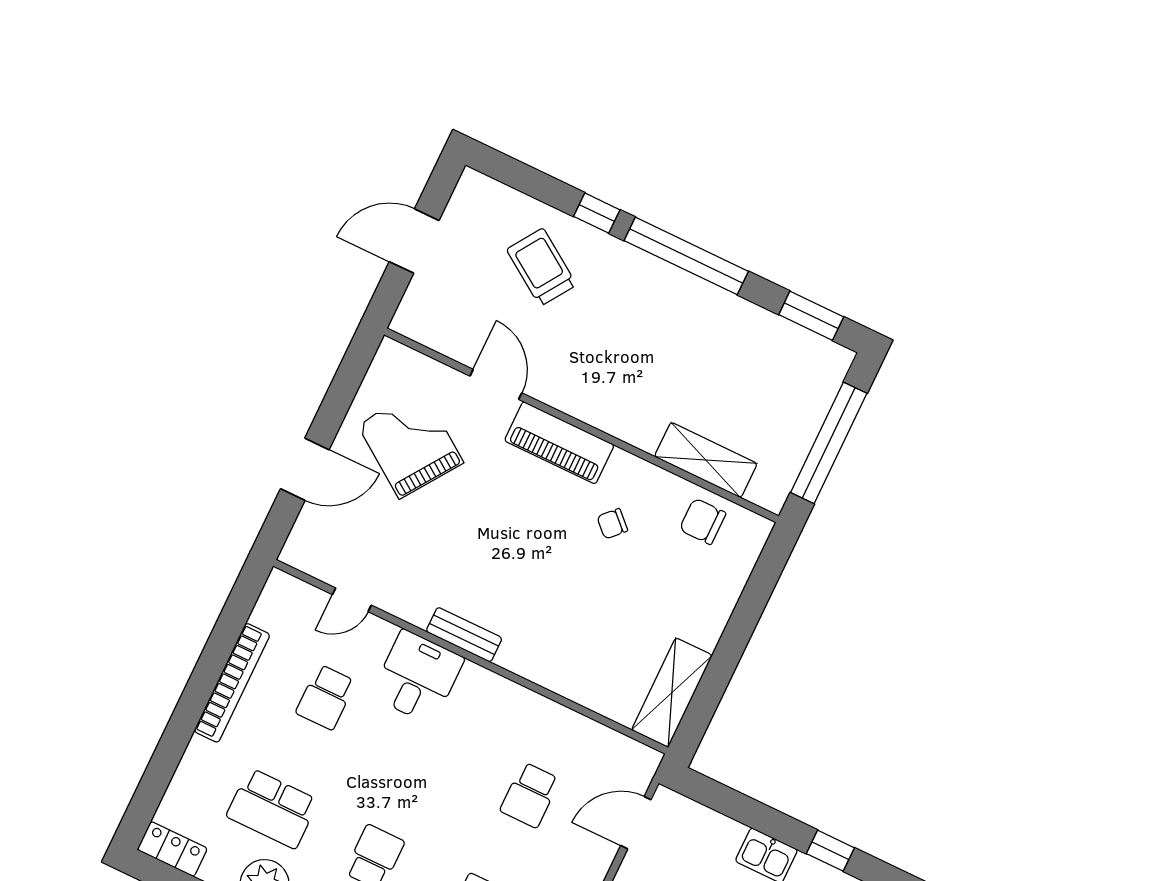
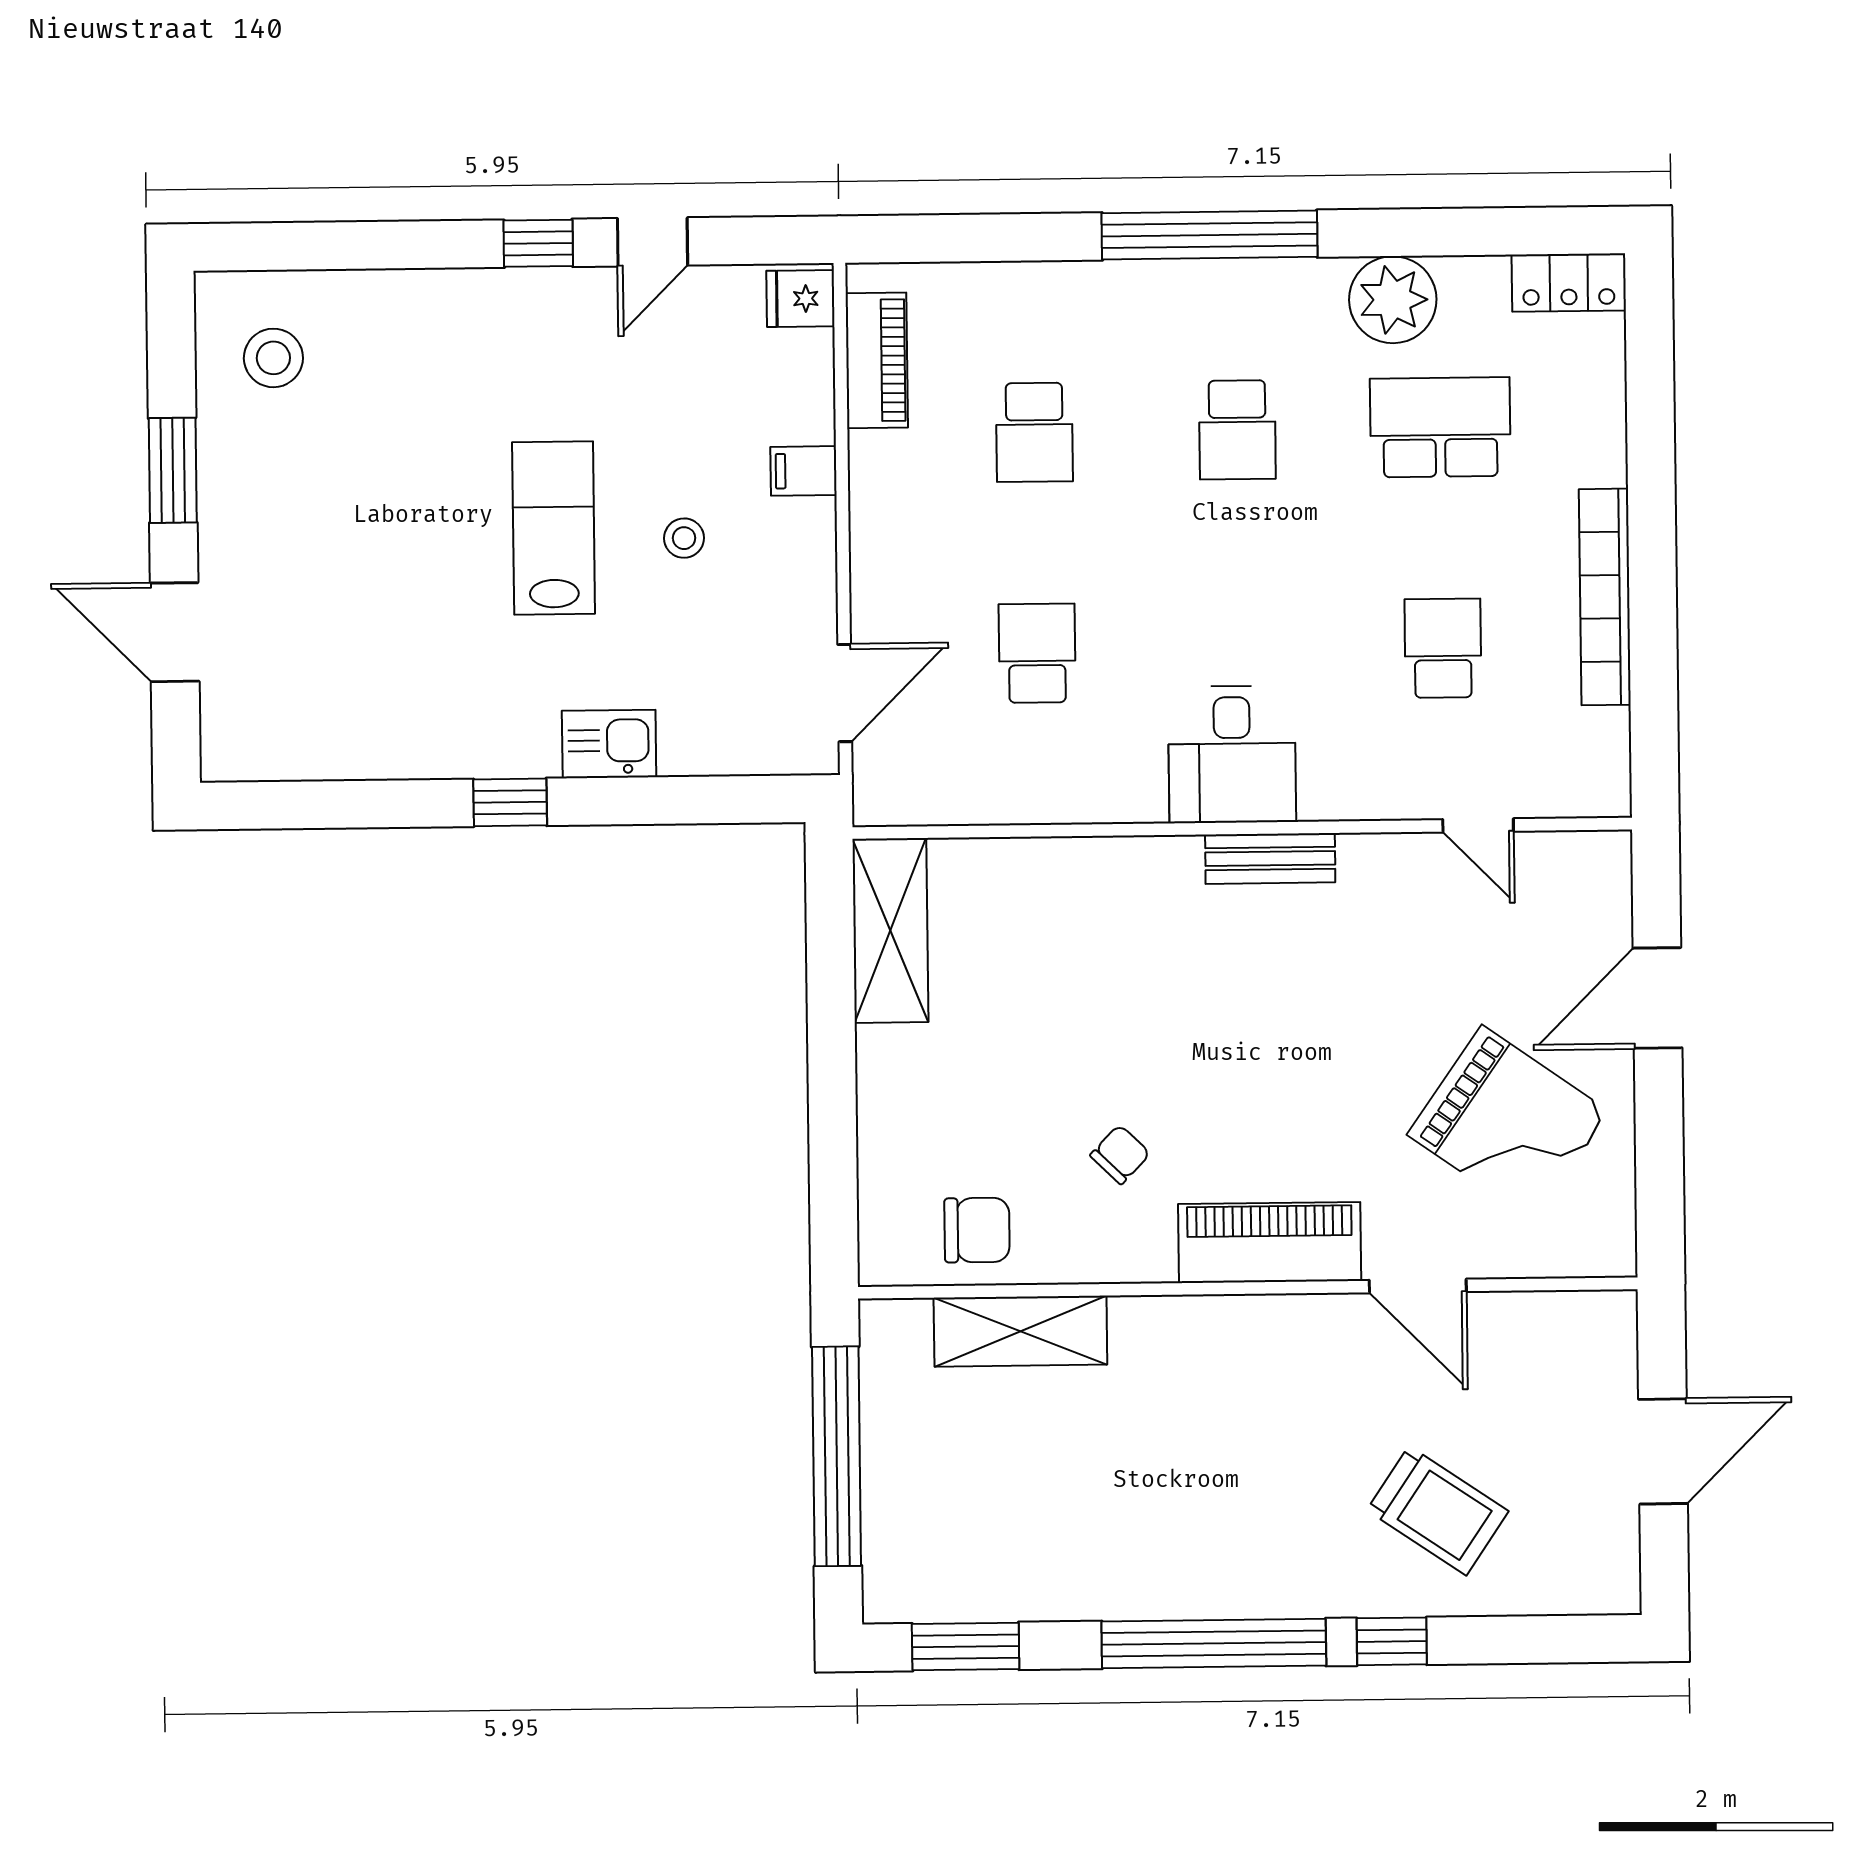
door: (352, 600) -> (1478, 825), swing flipped
desk: (417, 677) -> (1232, 754), moved

